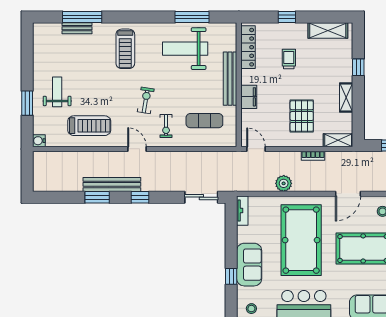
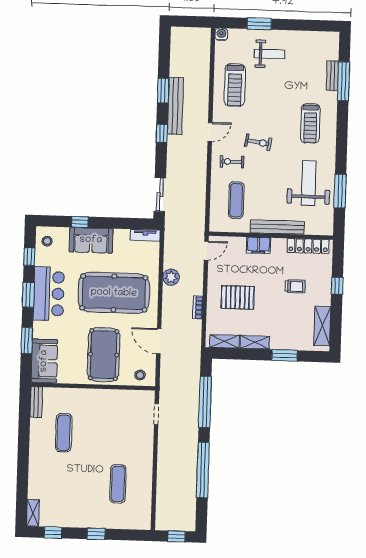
treadmill: (125, 49) -> (310, 123), turned -90
window: (358, 67) -> (285, 355), width x1.50
shelving: (338, 140) -> (224, 341), moved, turned 90

